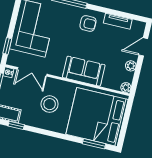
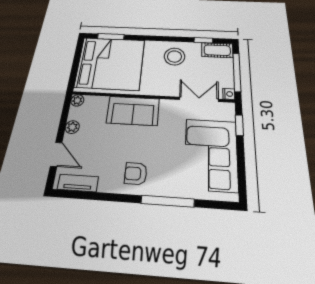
tv unit: (118, 21) -> (78, 183), moved
door: (143, 47) -> (56, 154), hinge flipped
stool: (50, 104) -> (174, 57), moved

